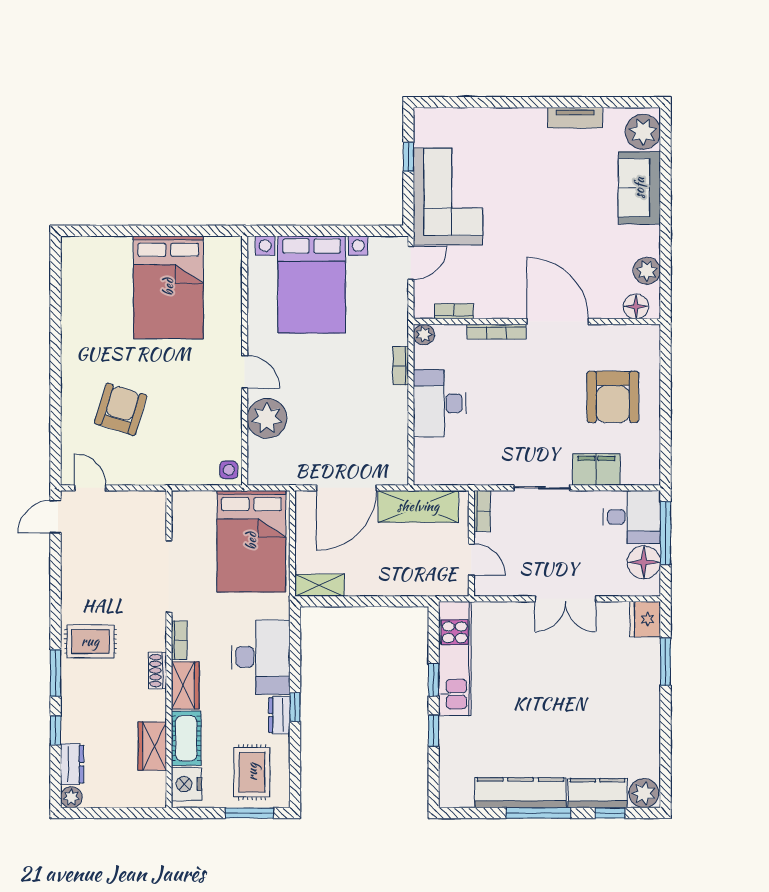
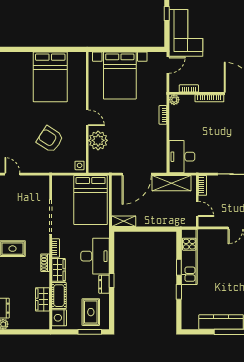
desk: (440, 403) -> (182, 157), moved
armchair: (121, 409) -> (50, 139), moved, turned -74

